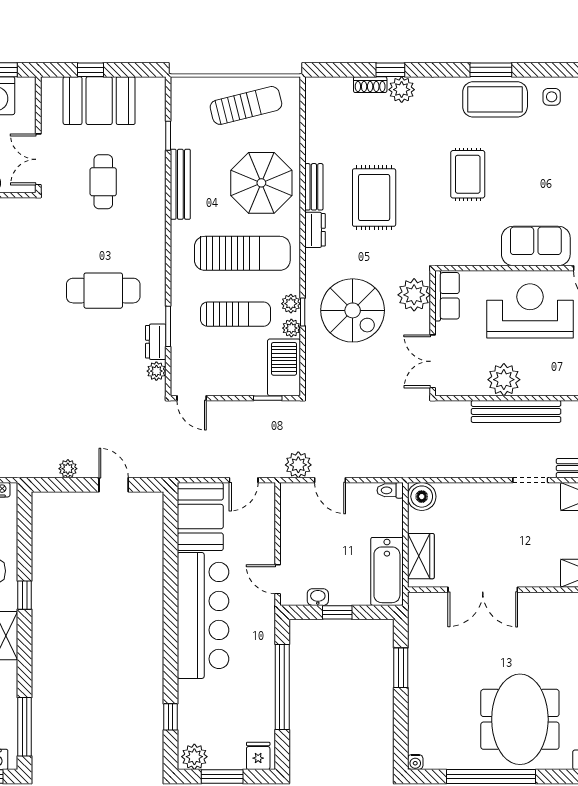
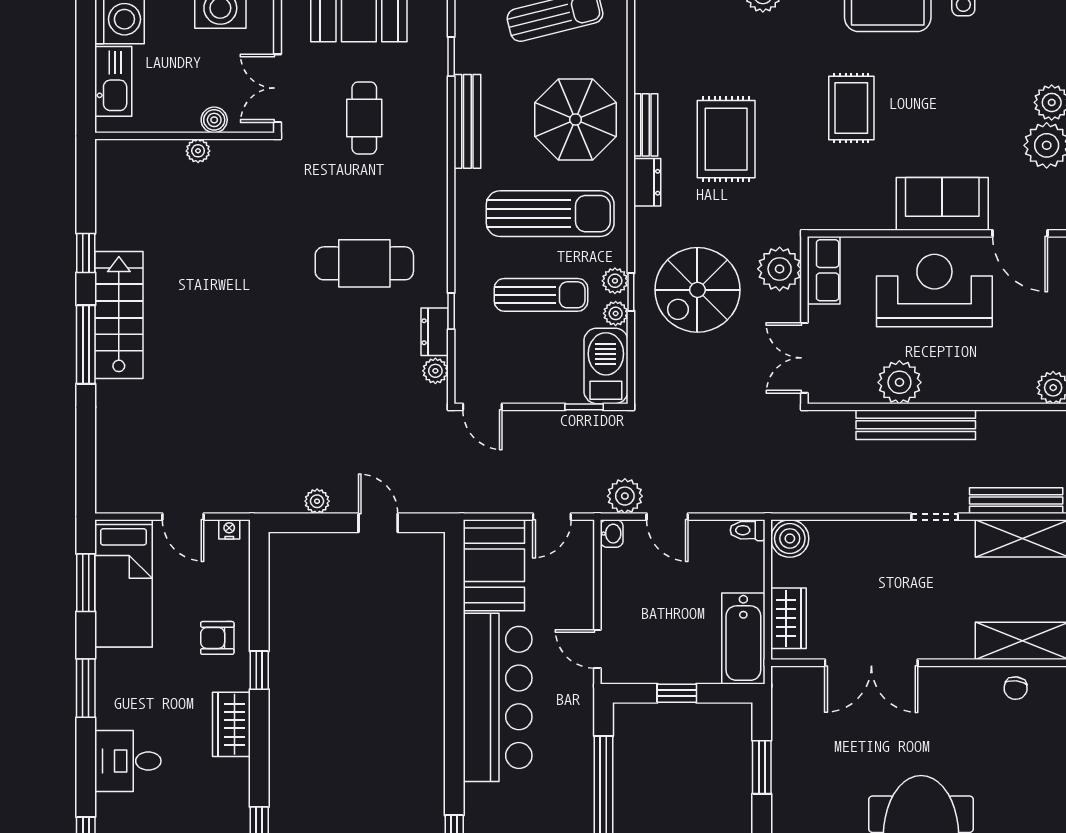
spiral stairs: (353, 310) -> (697, 290), turned 90
window: (168, 326) -> (451, 311), width x0.67
washbasin: (318, 597) -> (612, 534), moved, turned 90

